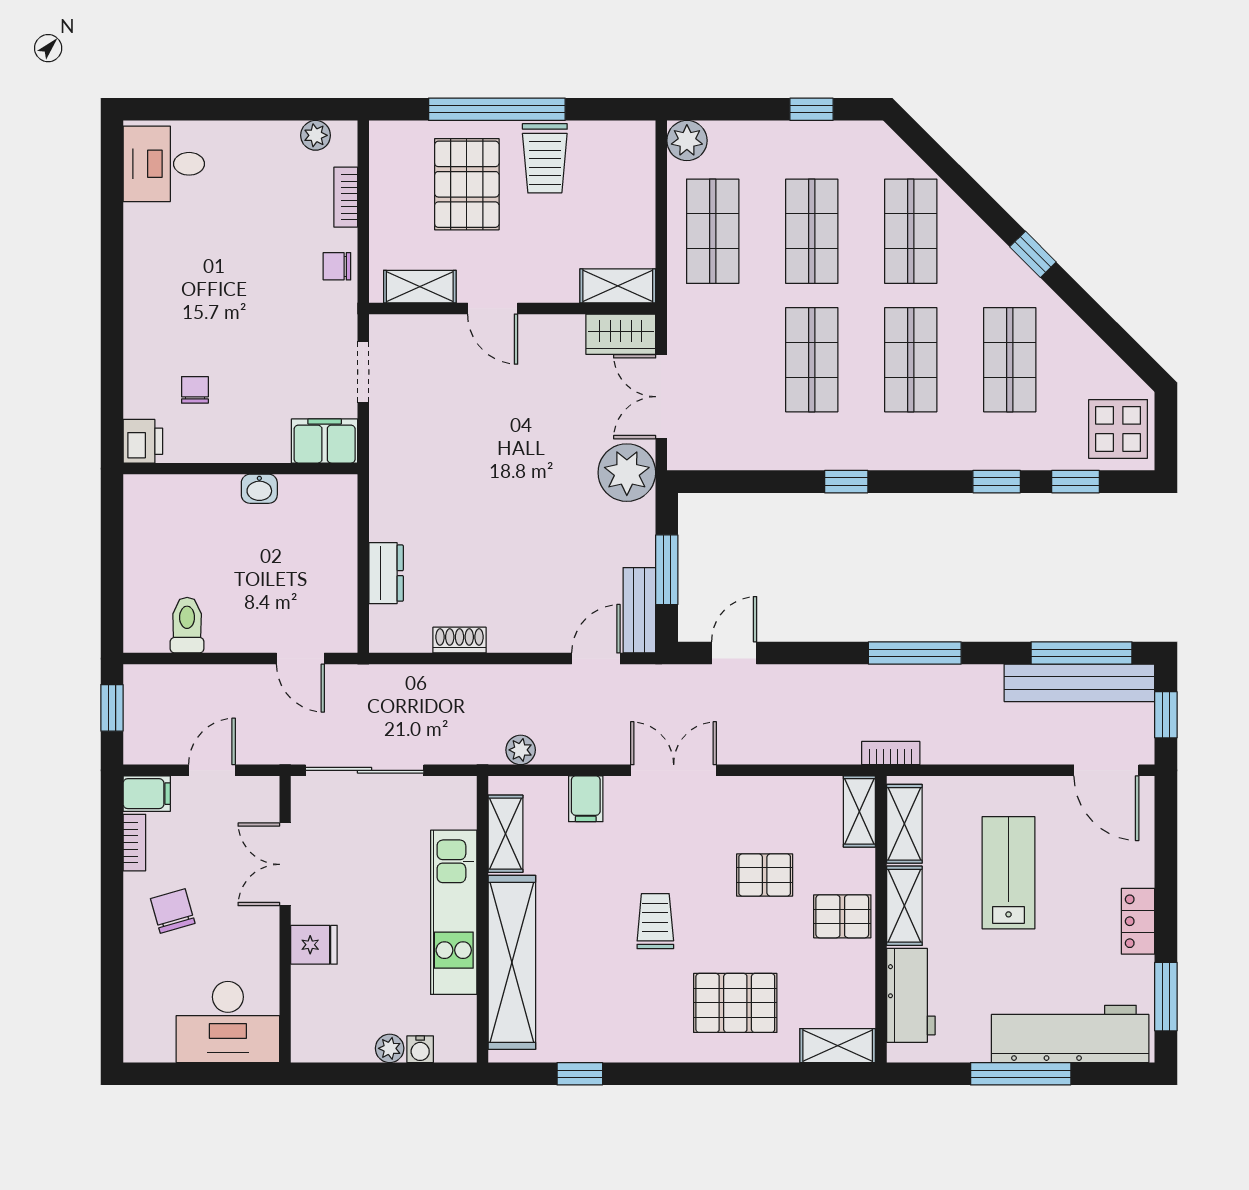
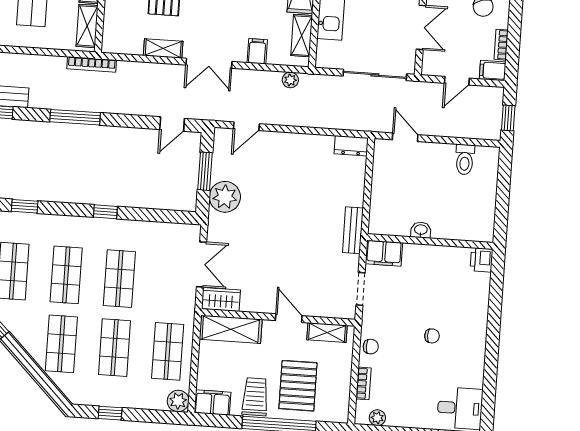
filing cabinet: (623, 142) -> (212, 402), added
shelving: (618, 286) -> (231, 329), width x1.50, depth x1.33
chair: (195, 390) -> (432, 336), moved, turned -90
plant: (627, 473) -> (225, 197), moved
dresser: (386, 573) -> (351, 146), moved, turned -90
bench: (639, 610) -> (353, 230), moved
shoe rack: (459, 640) -> (319, 141), removed
bookcase: (891, 753) -> (92, 64), width x1.56
shelving: (859, 811) -> (163, 48), moved, turned 90

